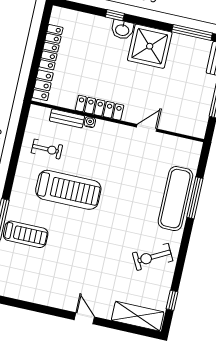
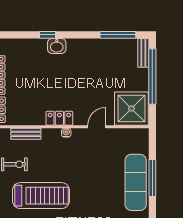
shower: (150, 46) -> (131, 109), moved
locker: (99, 108) -> (59, 118), width x0.66
water cooler: (90, 122) -> (66, 133), moved

